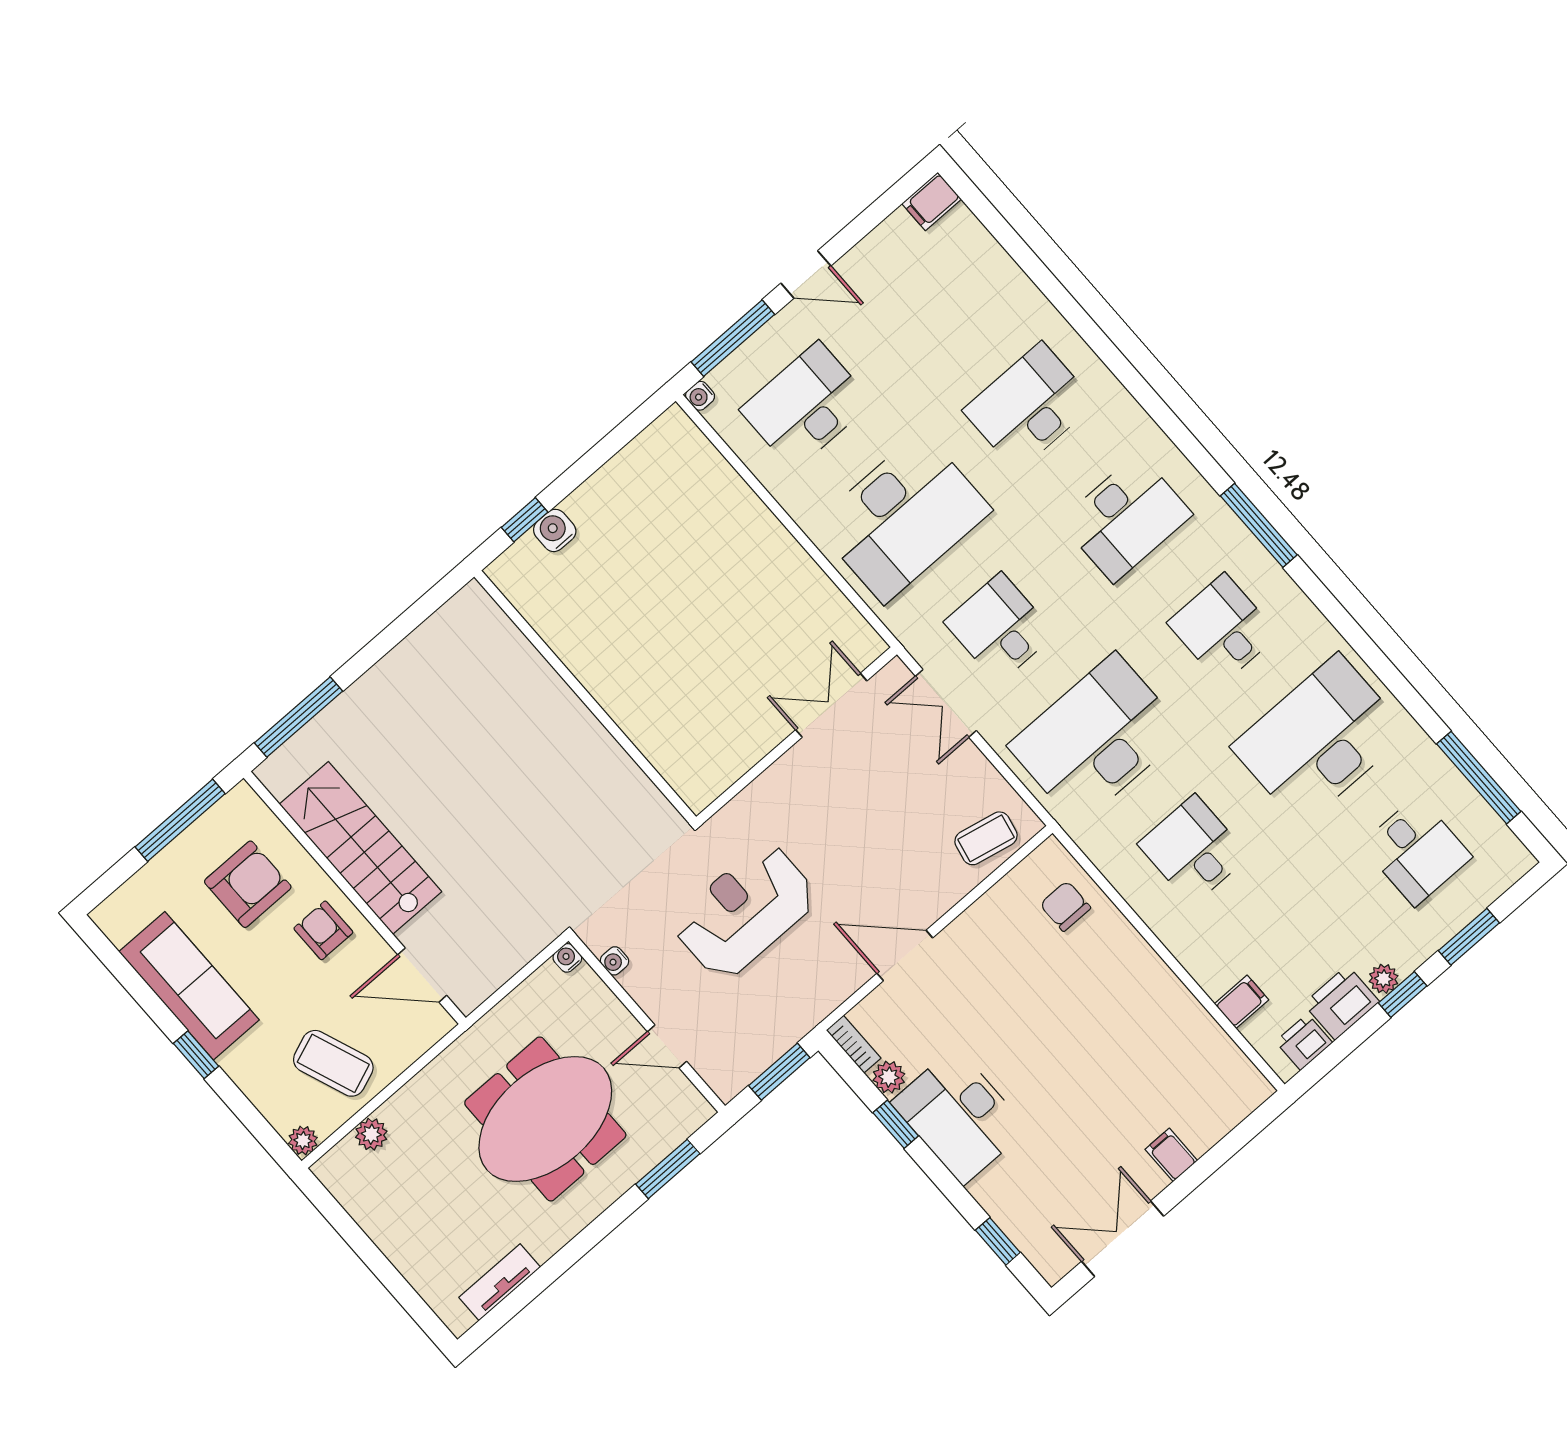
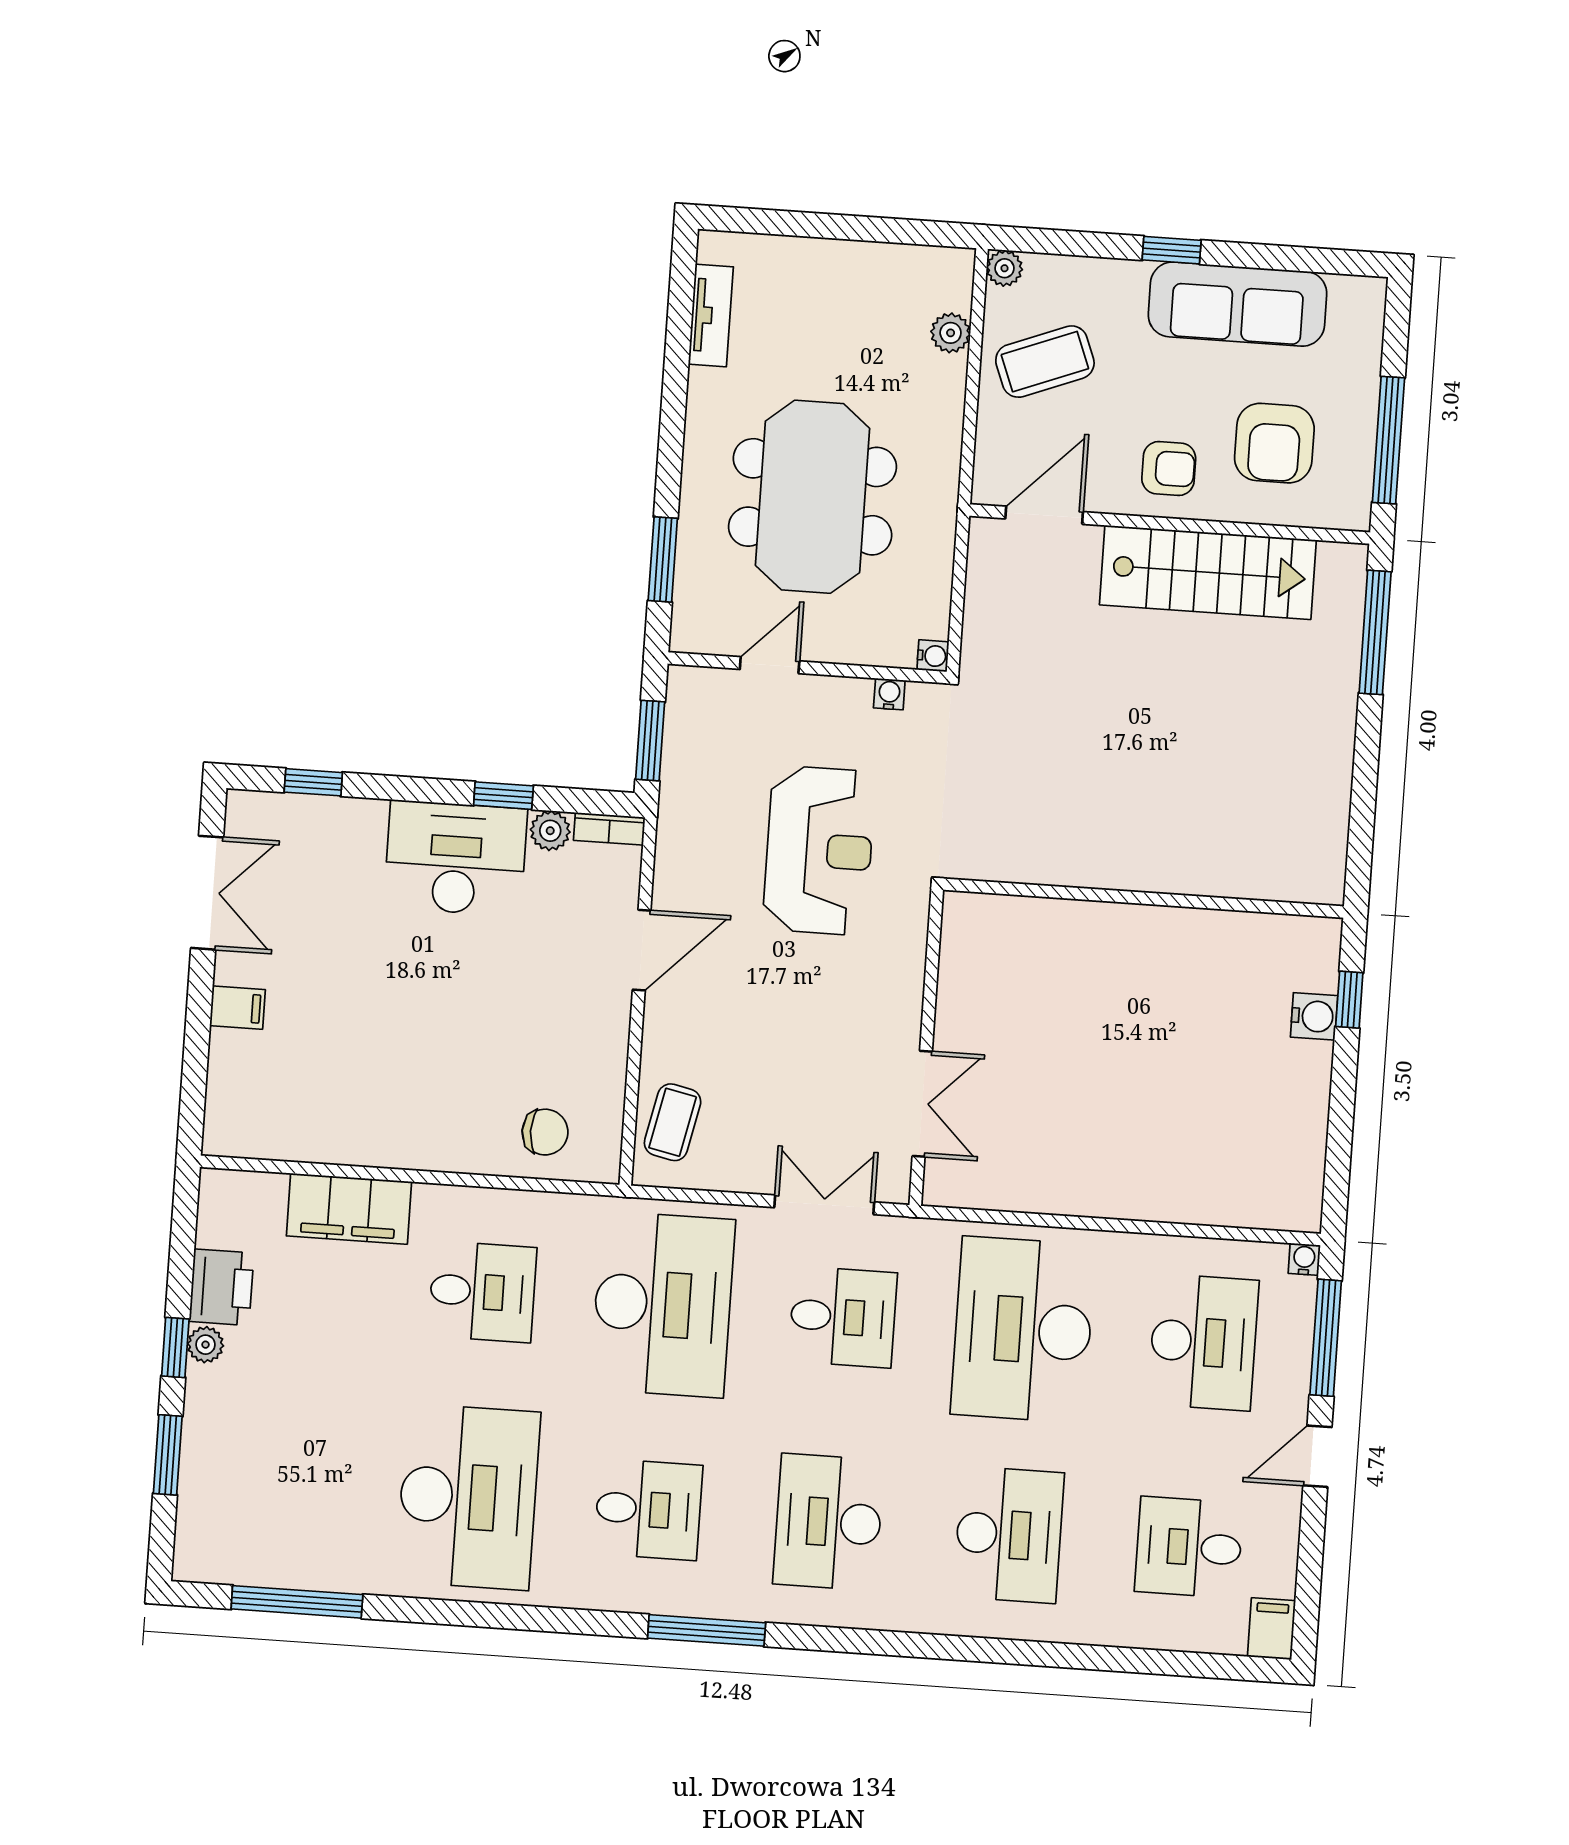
desk: (1416, 851) -> (1189, 1547), moved
filing cabinet: (1242, 1002) -> (349, 1209), width x3.00, depth x1.17
printer: (1304, 1042) -> (220, 1221), removed

